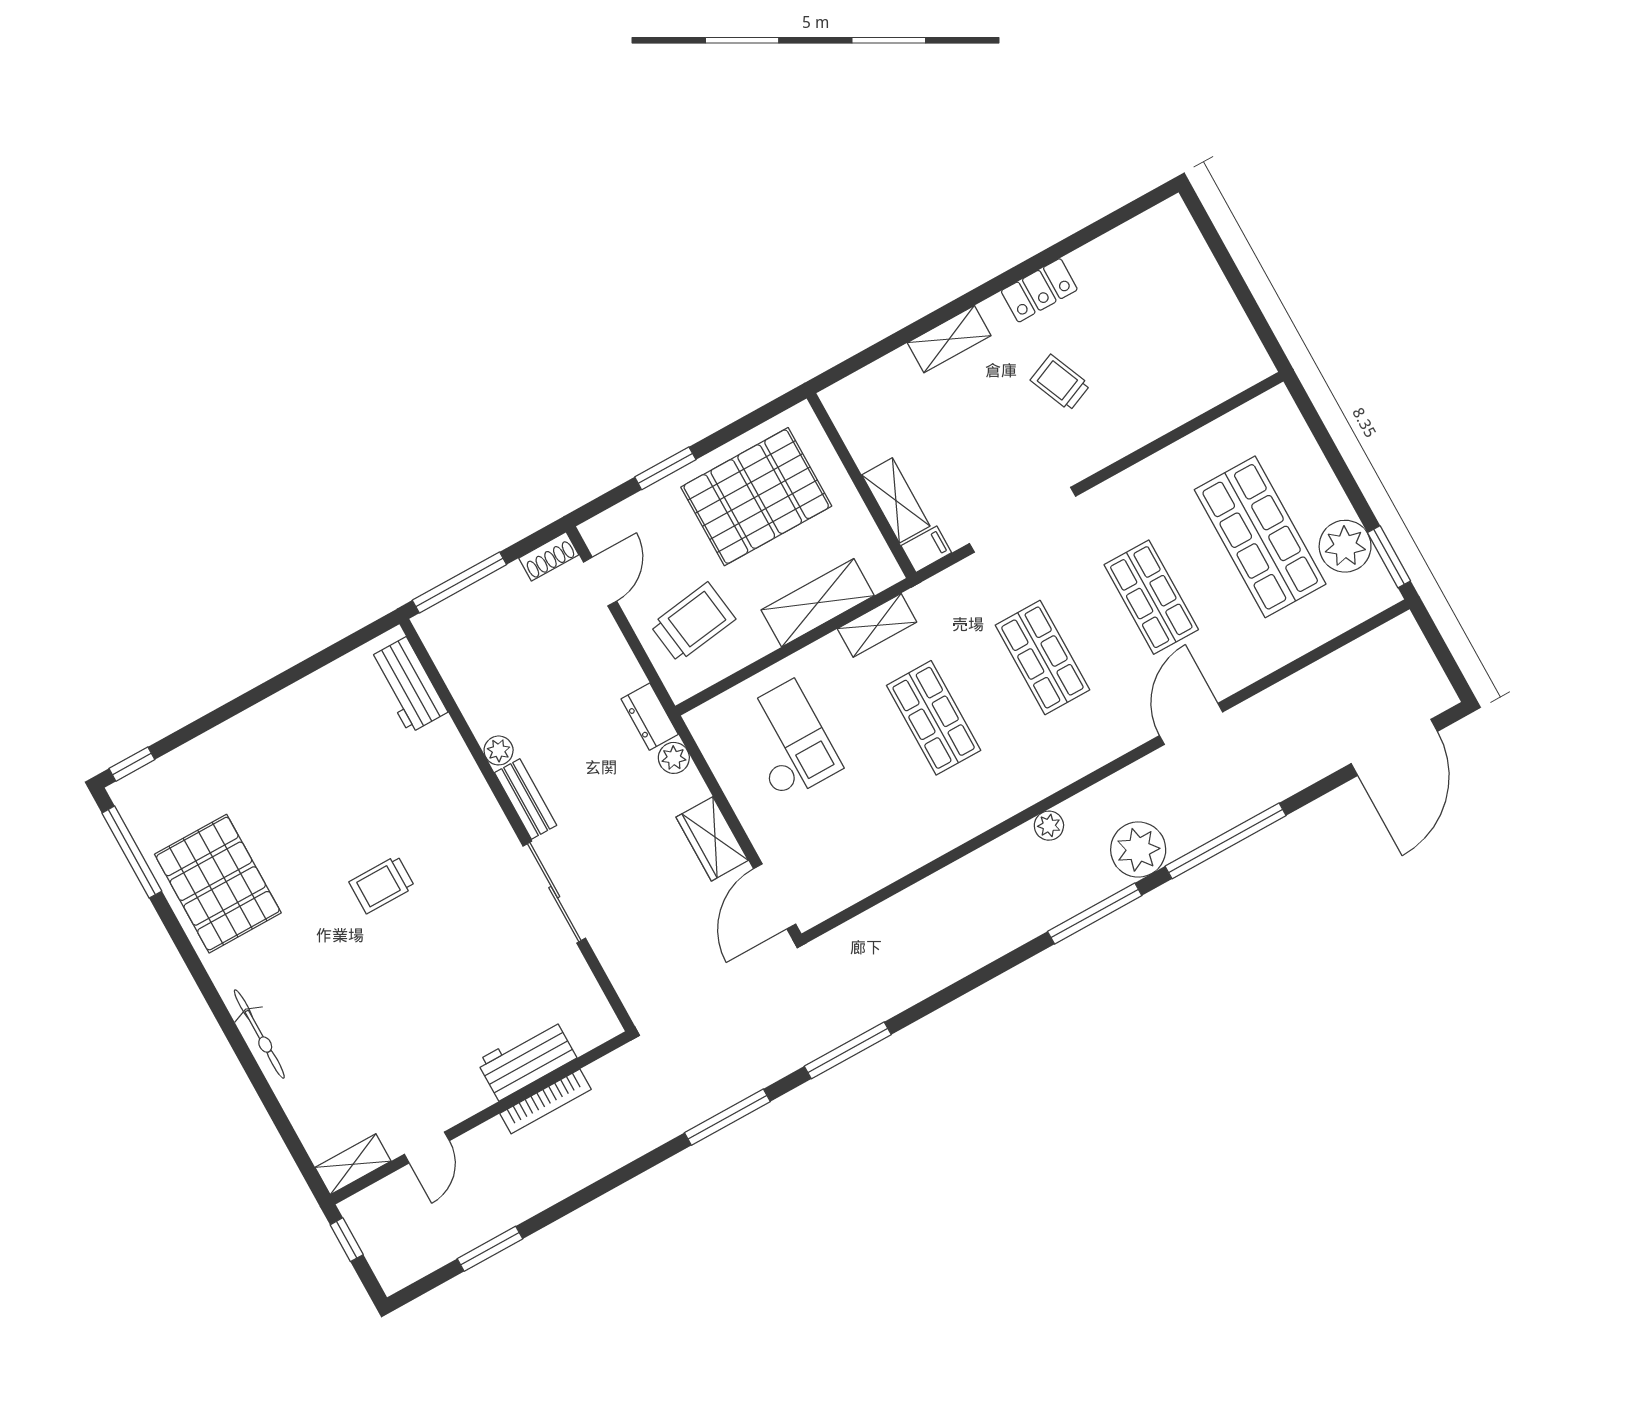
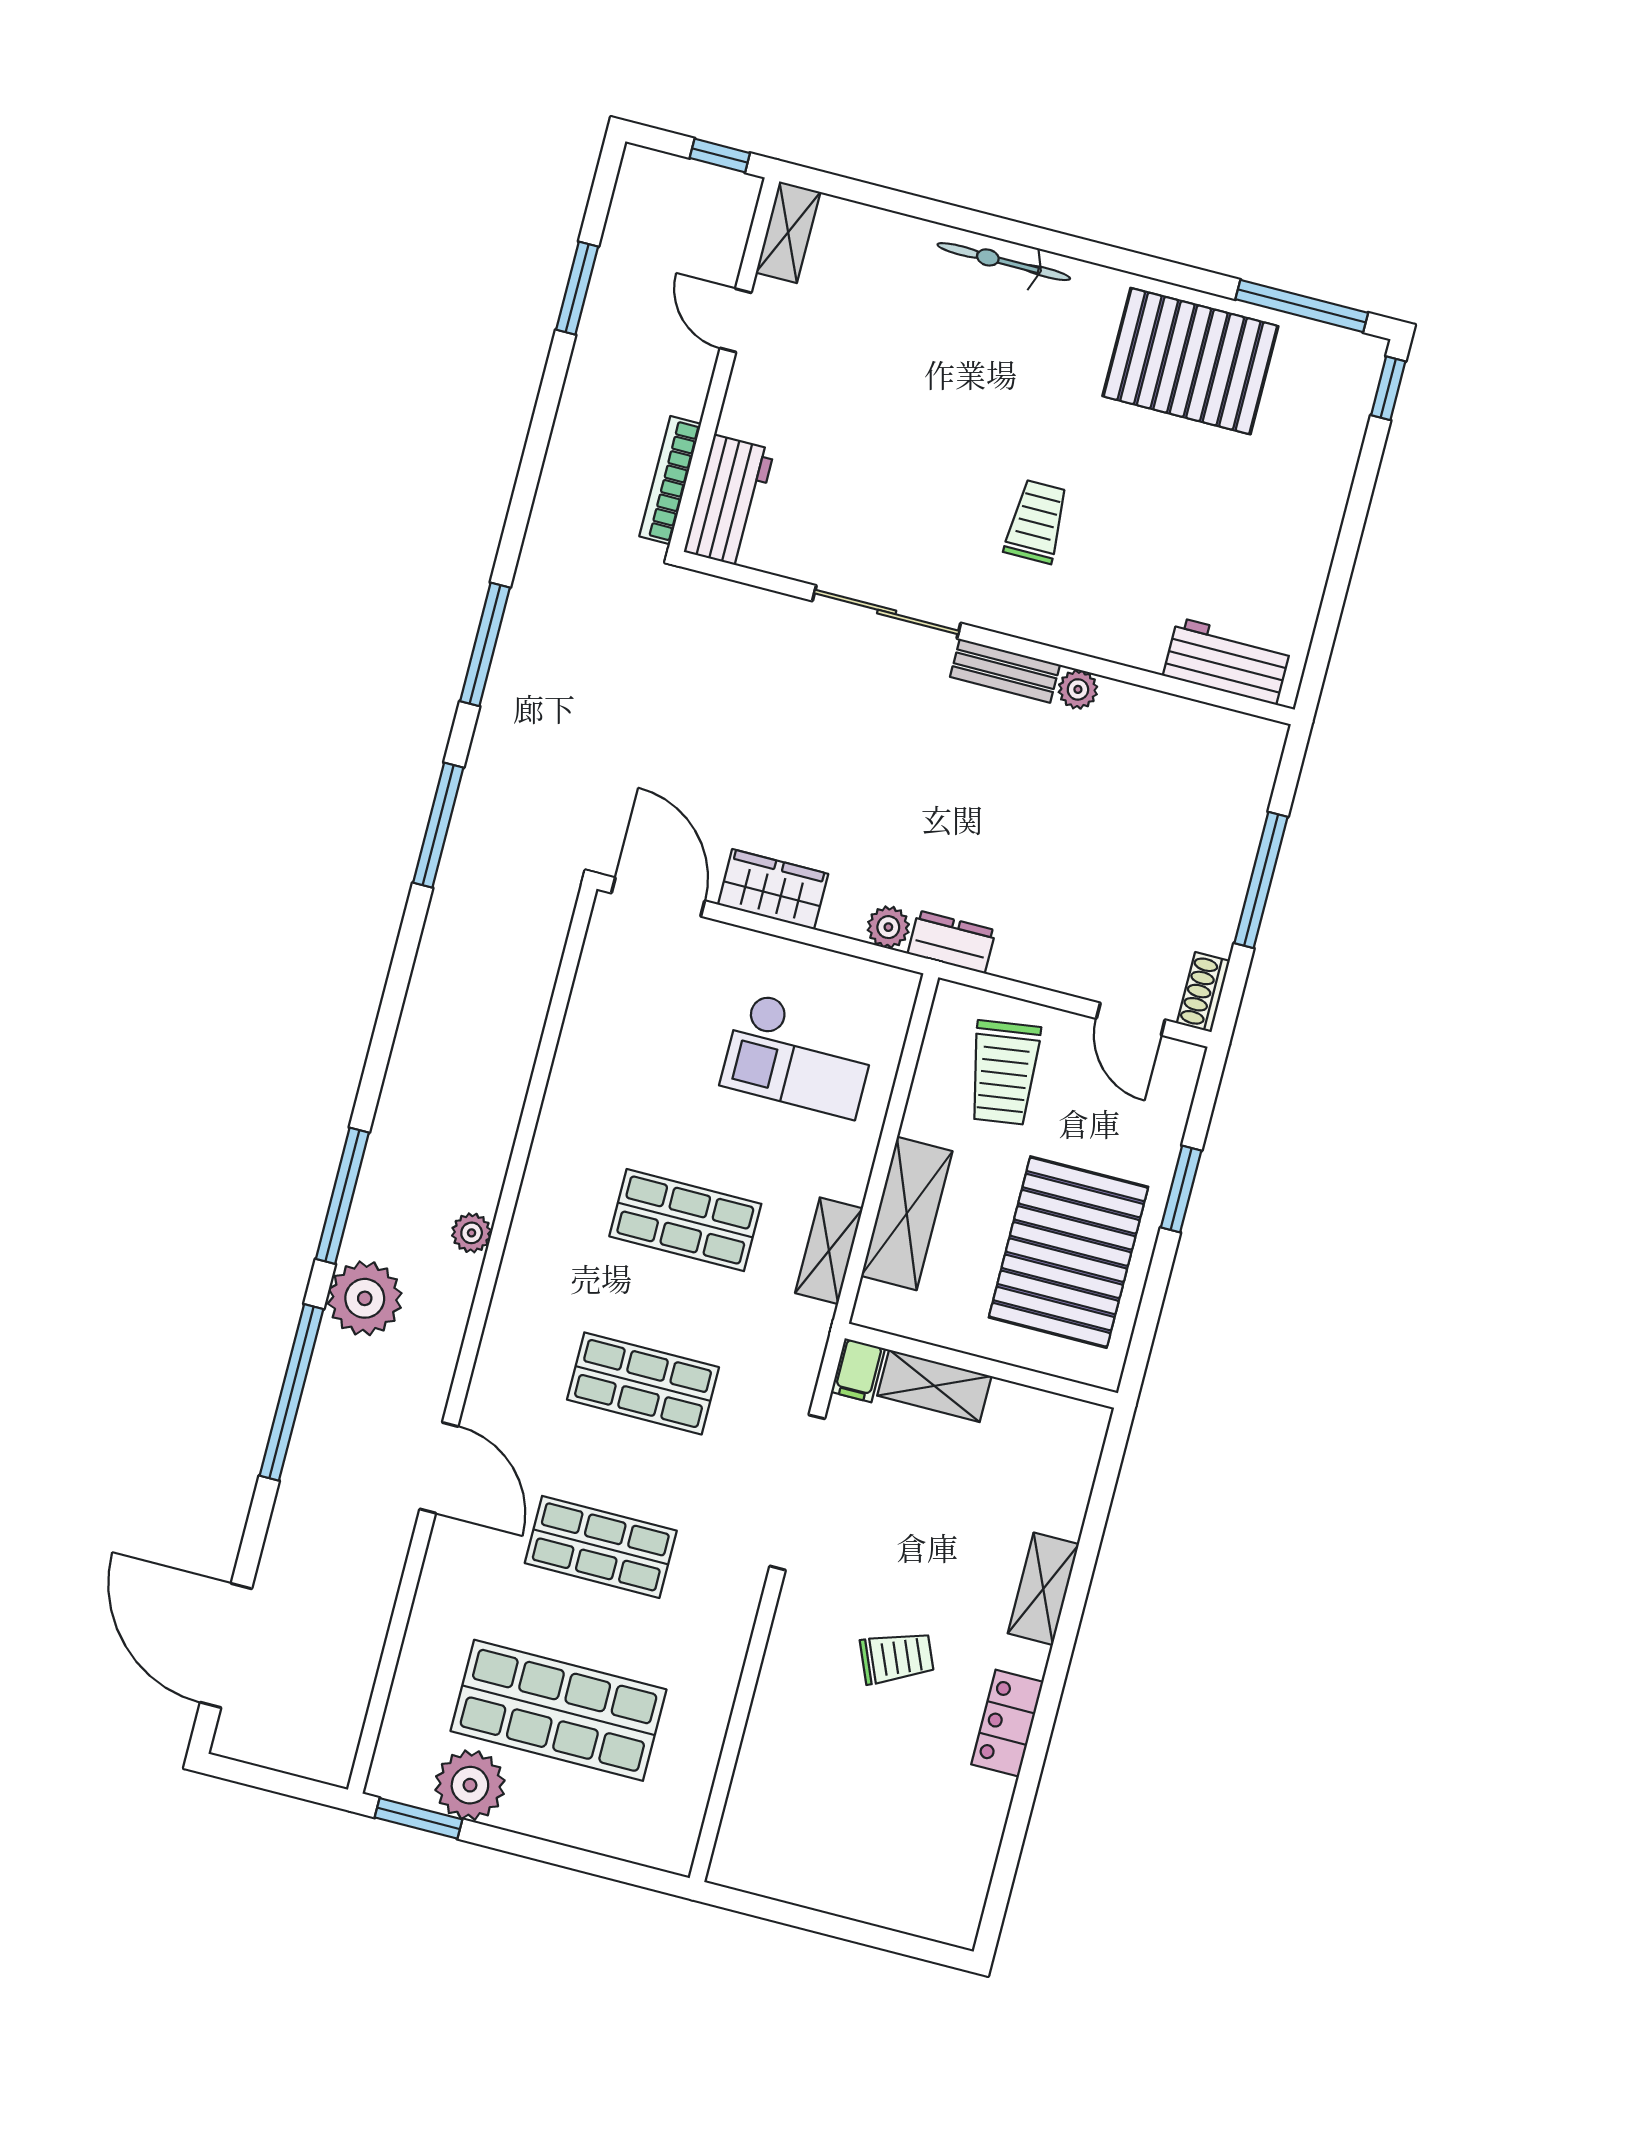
workbench: (408, 685) -> (1227, 661), moved
plant: (499, 750) -> (1078, 689), moved
bench: (526, 799) -> (1005, 671), moved
wall: (517, 825) -> (987, 638), moved
sliding door: (554, 892) -> (887, 612), moved

